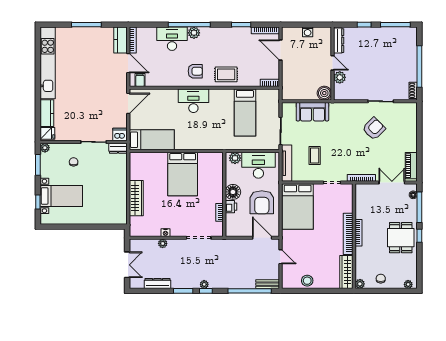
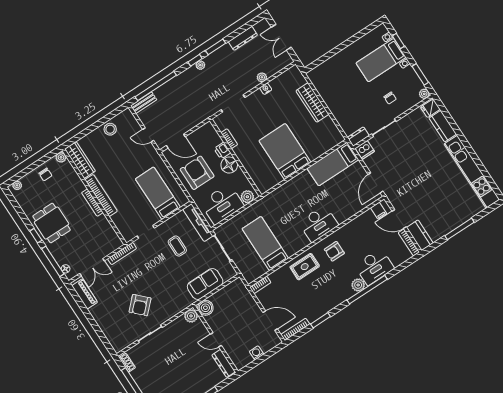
plant: (340, 77) -> (191, 316), moved
bed: (298, 206) -> (158, 193), width x0.67

